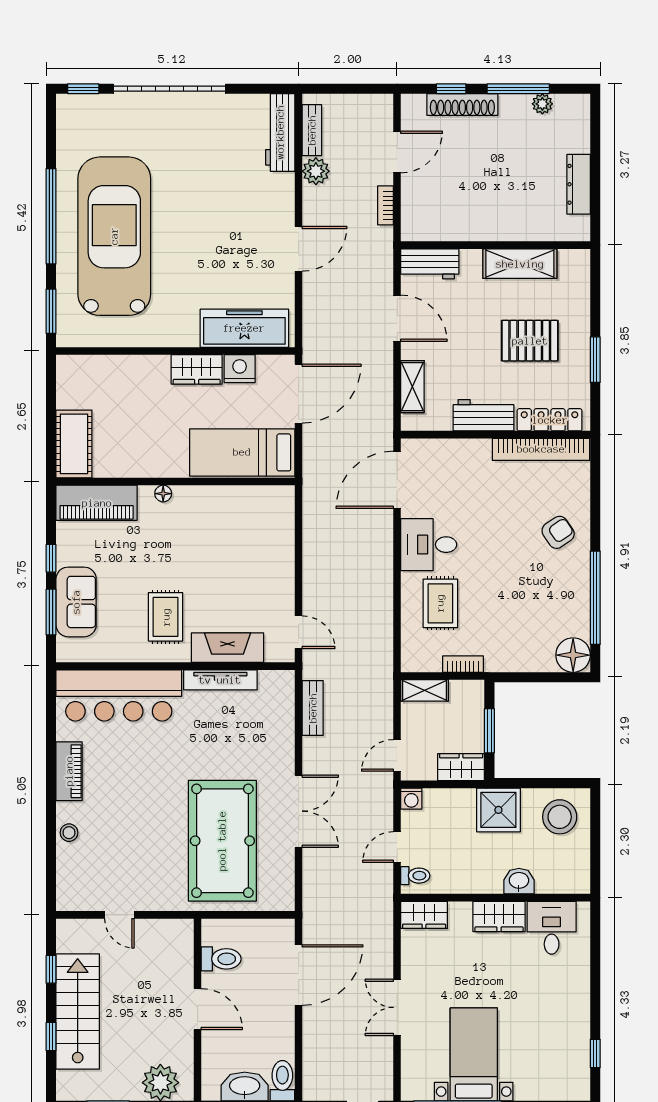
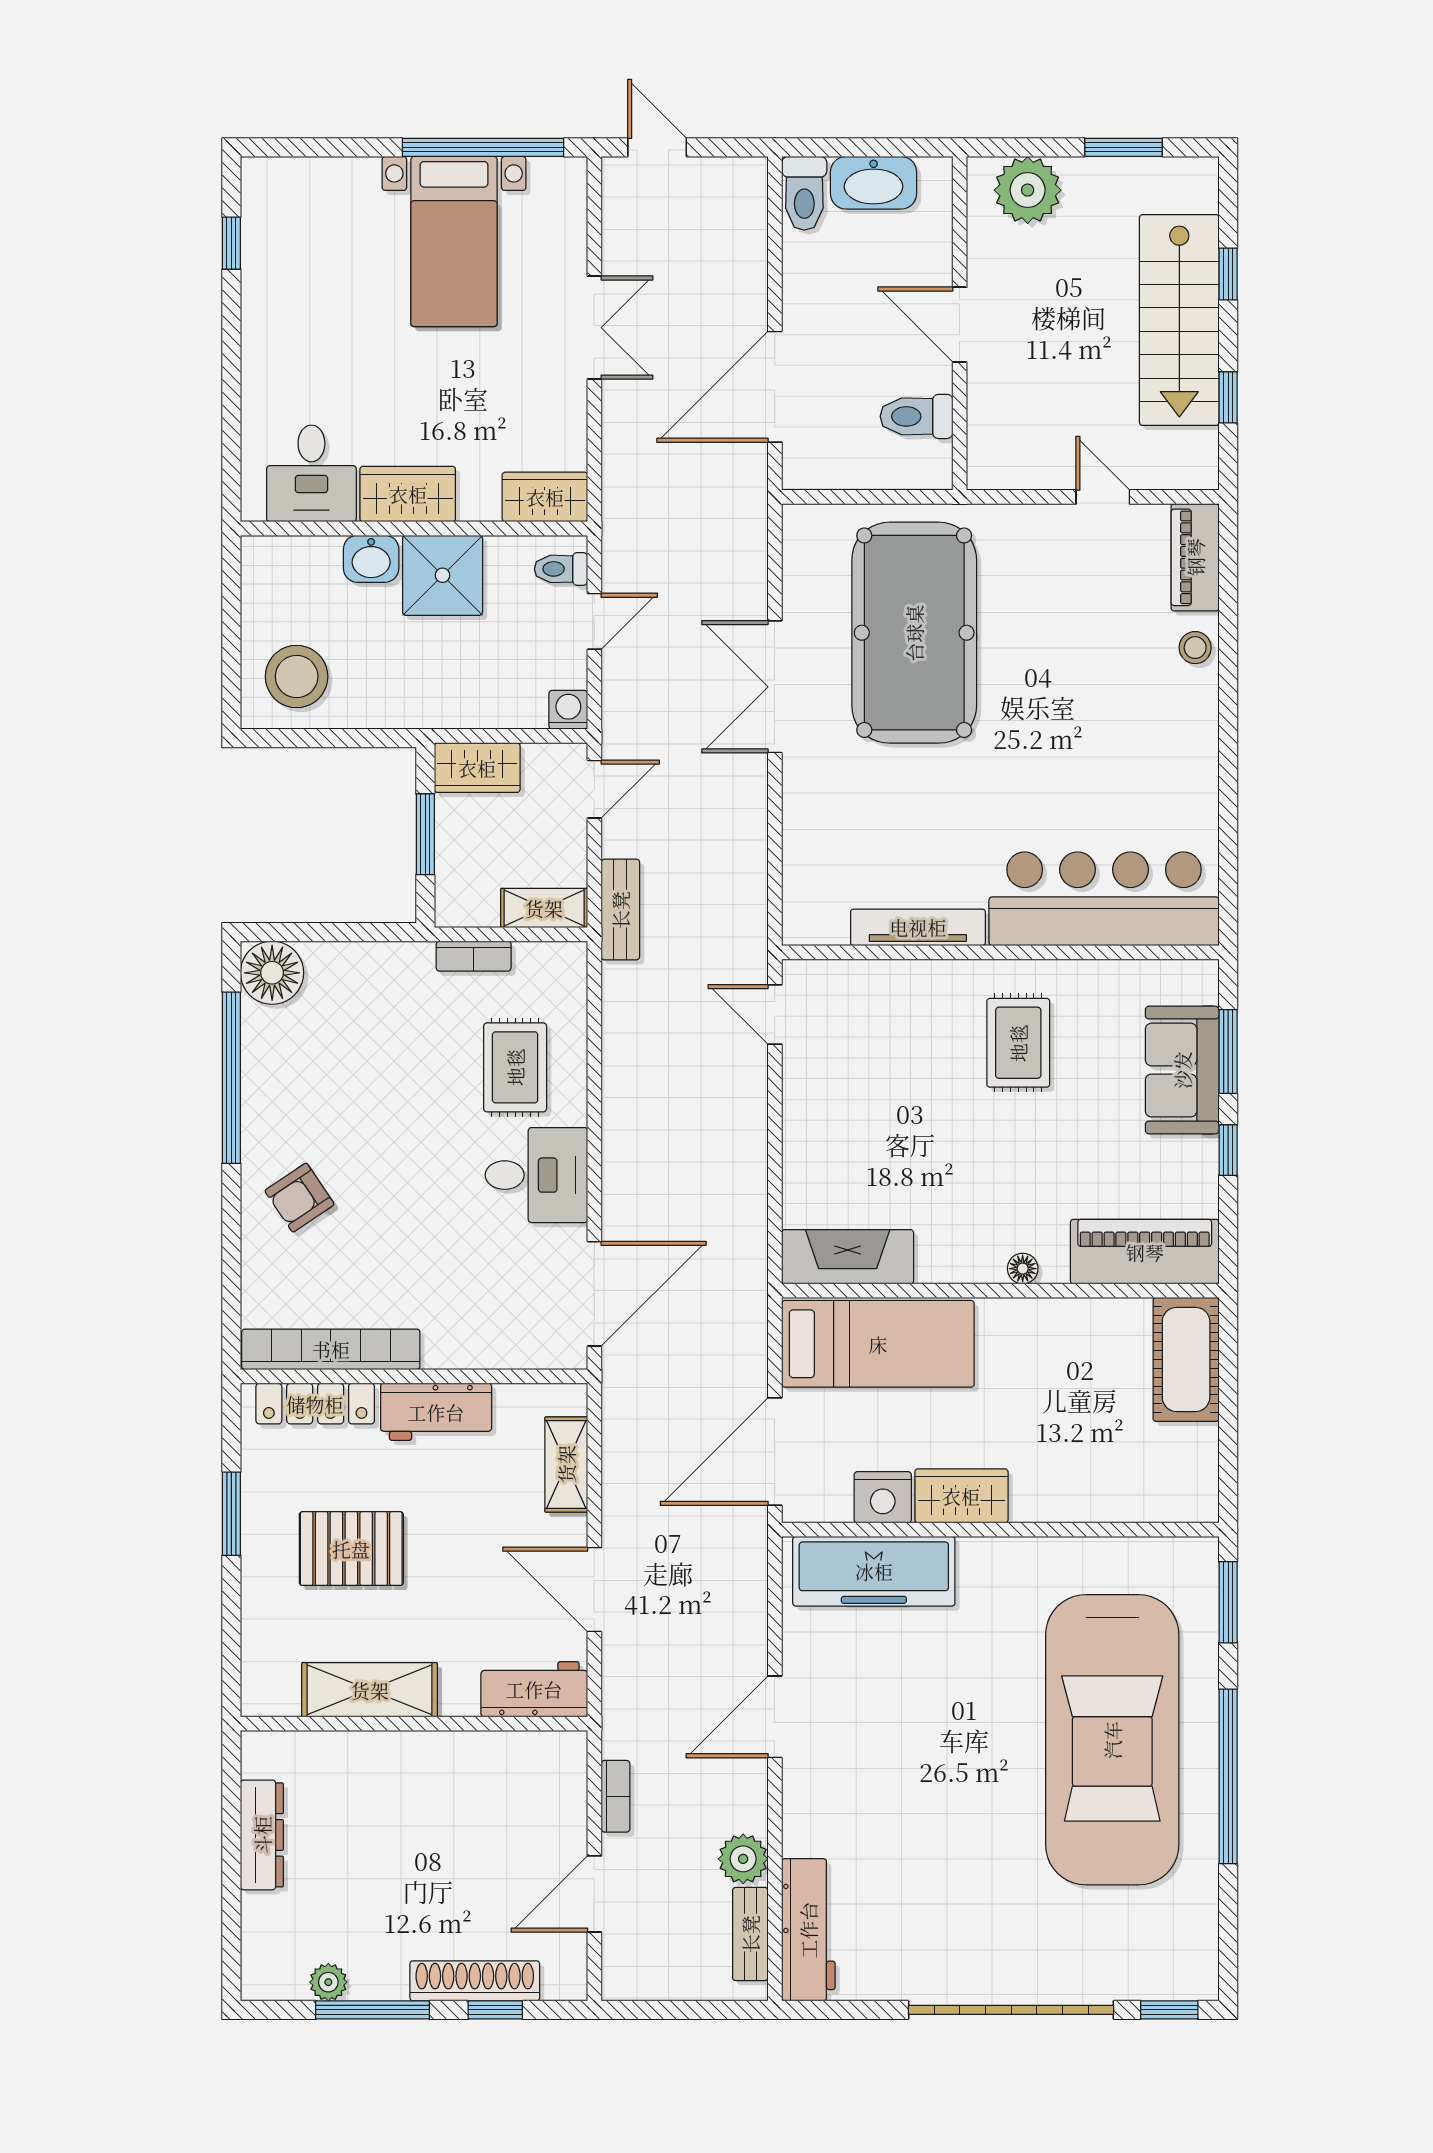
fireplace: (228, 648) -> (848, 1257), moved, turned 180
bench: (313, 708) -> (620, 910), moved
piano: (69, 771) -> (1195, 557), moved
shower: (498, 810) -> (443, 575), moved

